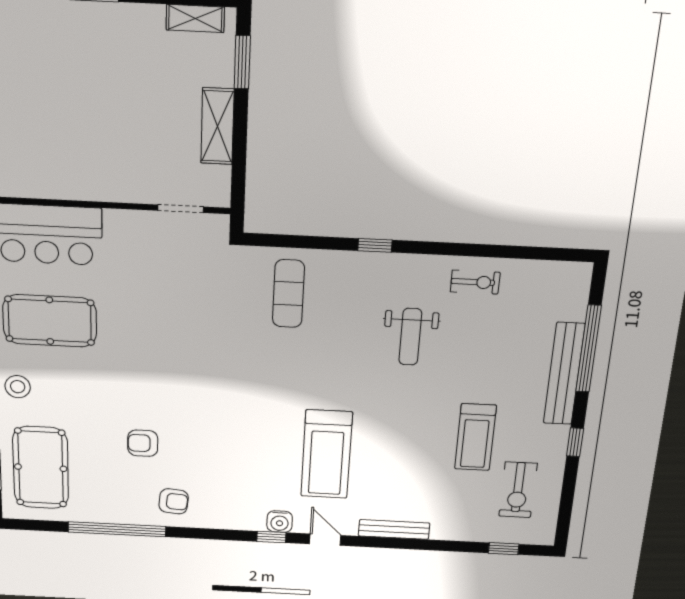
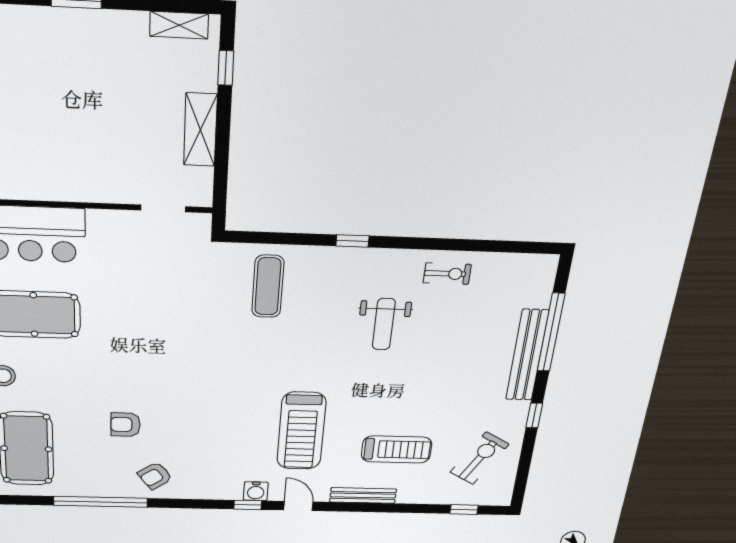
window: (242, 62) -> (226, 68), width x0.67
treadmill: (475, 437) -> (397, 449), moved, turned -90
exercise bike: (518, 490) -> (479, 458), turned -150
armchair: (174, 501) -> (155, 476), turned 139

